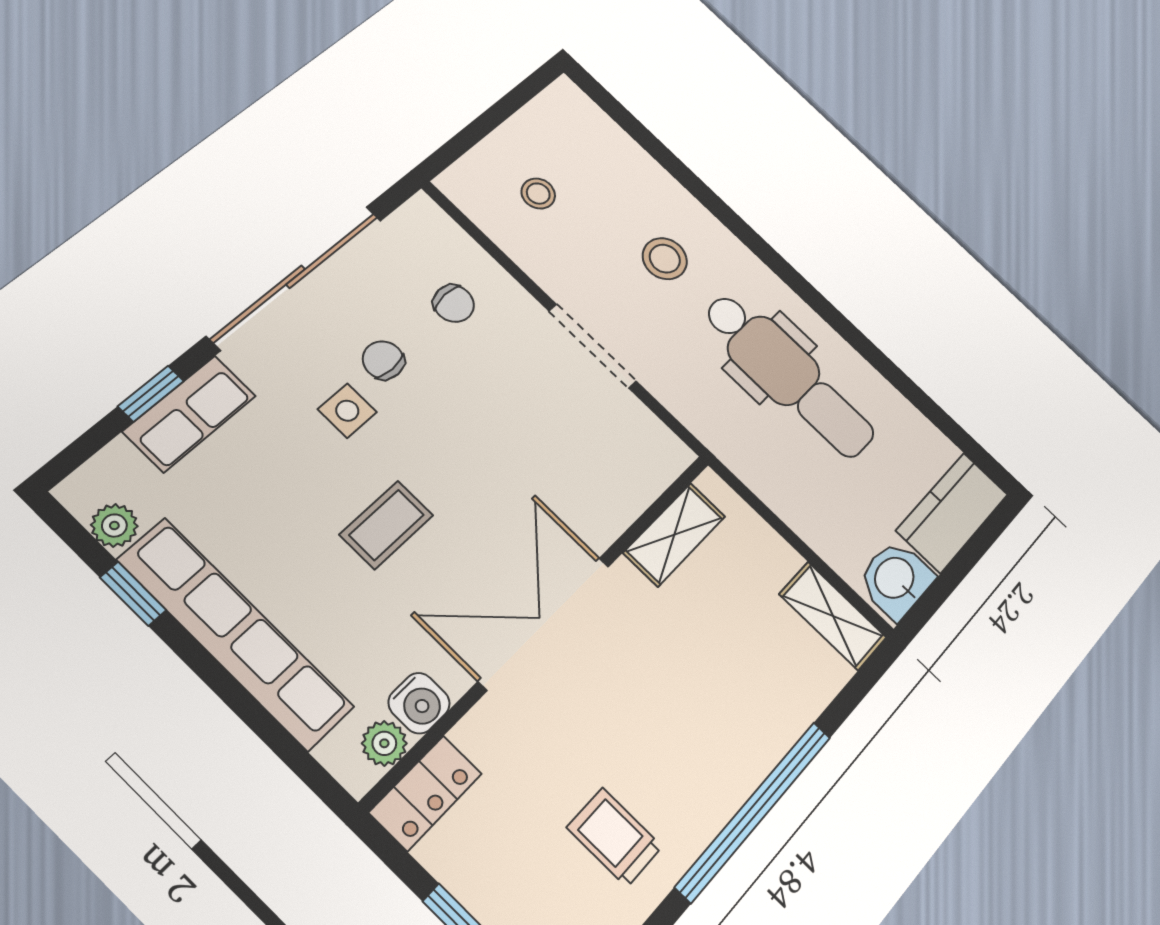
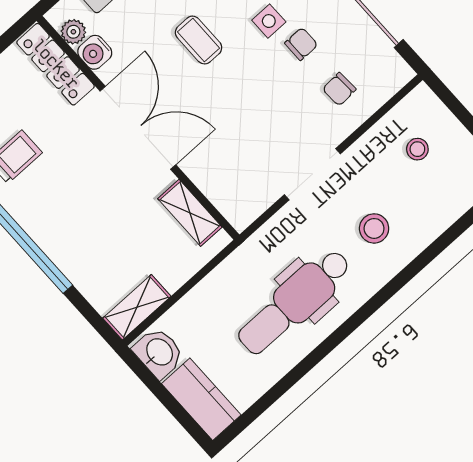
locker: (426, 793) -> (56, 64), width x1.53

